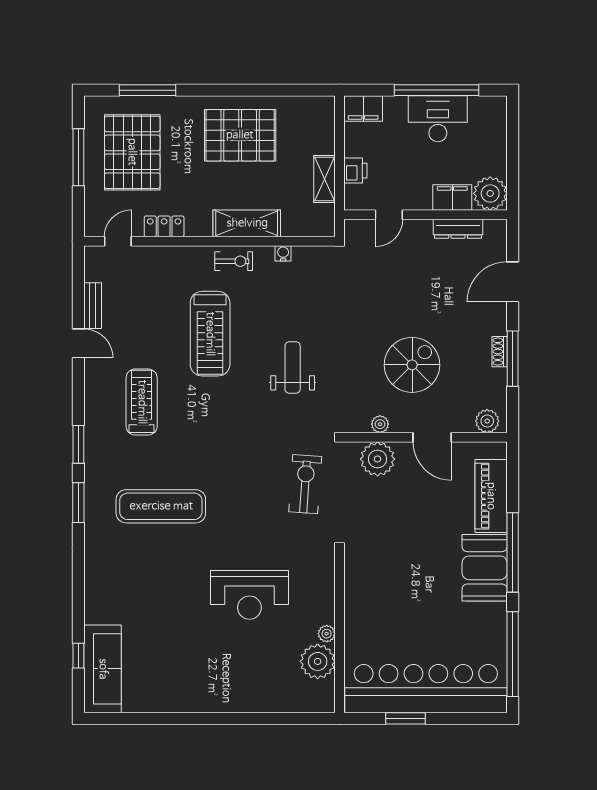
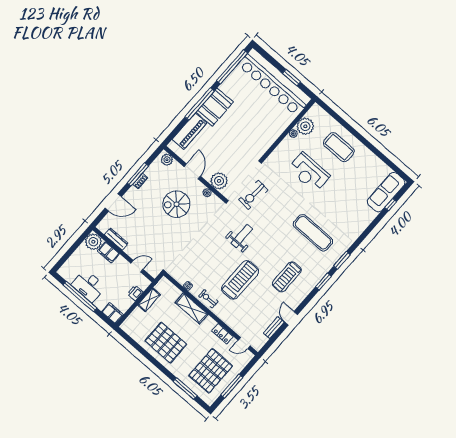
weight bench: (293, 367) -> (242, 236), moved, turned 180
reception desk: (249, 595) -> (309, 172), turned 180
coffee table: (237, 674) -> (339, 147), added

